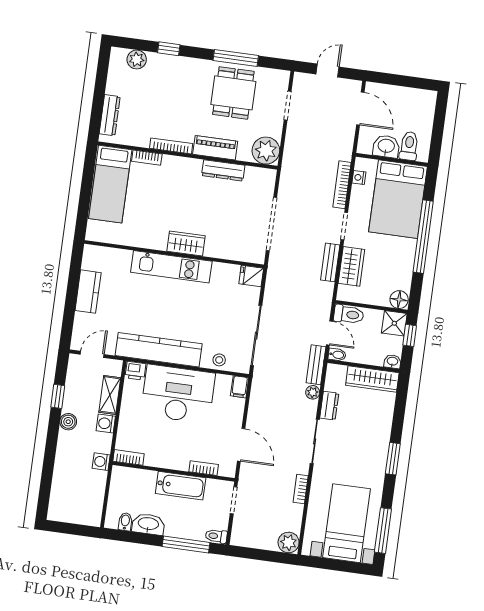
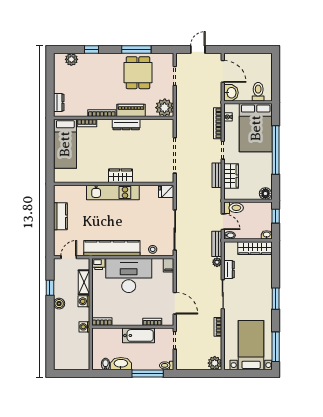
dresser: (110, 115) -> (59, 102), width x0.70
washbasin: (386, 146) -> (231, 93), moved, turned 90
dresser: (223, 170) -> (126, 124), moved
shower: (394, 323) -> (264, 210), removed

